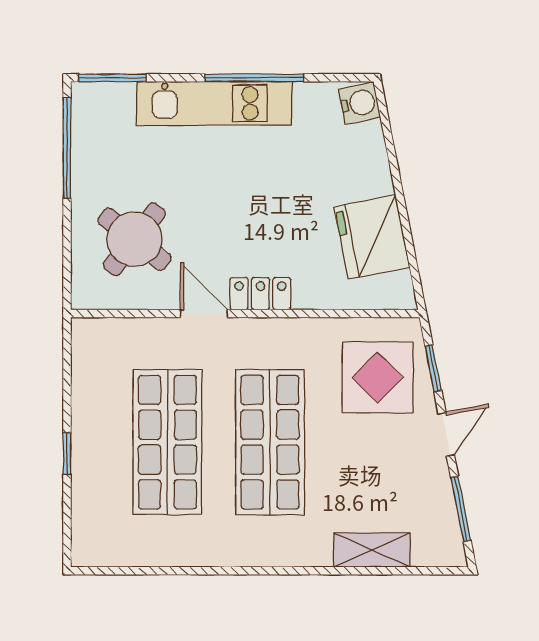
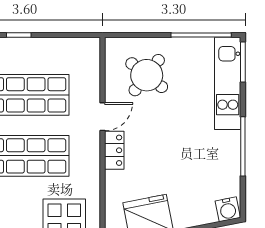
kitchen unit: (214, 103) -> (228, 83), moved

